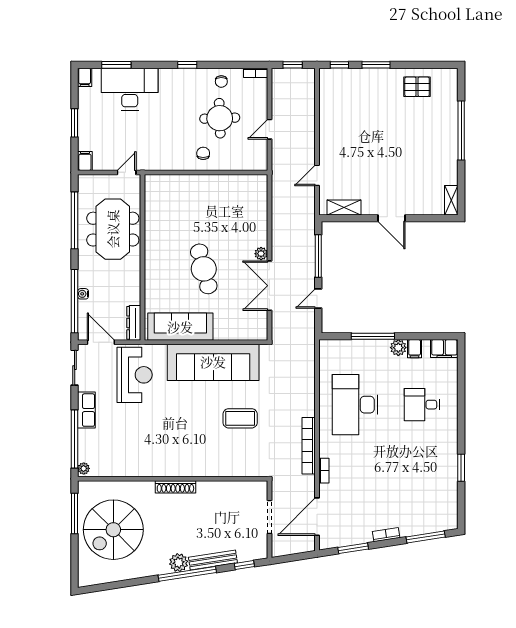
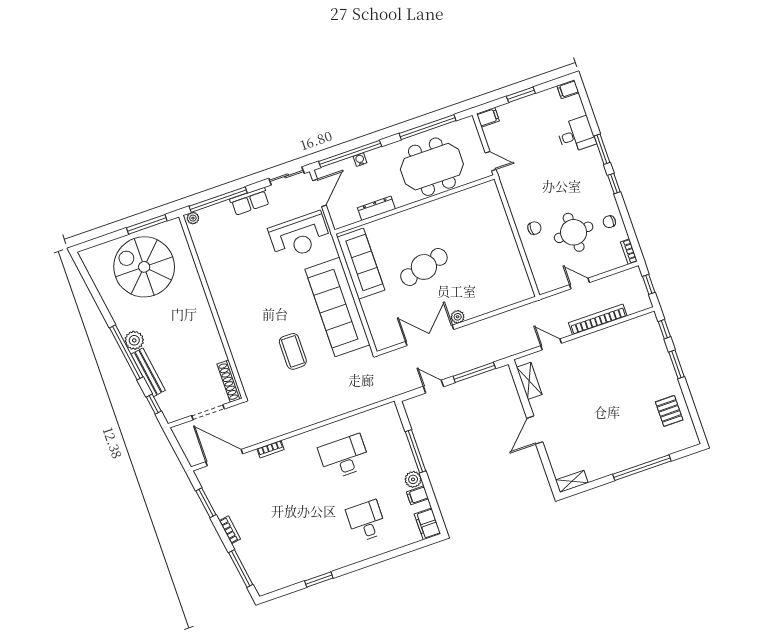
window: (116, 65) -> (602, 149), moved
desk: (130, 89) -> (576, 135), width x0.53, depth x0.77
dresser: (134, 323) -> (376, 208), moved
desk: (355, 405) -> (344, 457), width x0.73, depth x0.77
bookcase: (309, 446) -> (598, 319), moved
shoe rack: (175, 487) -> (230, 381), moved

